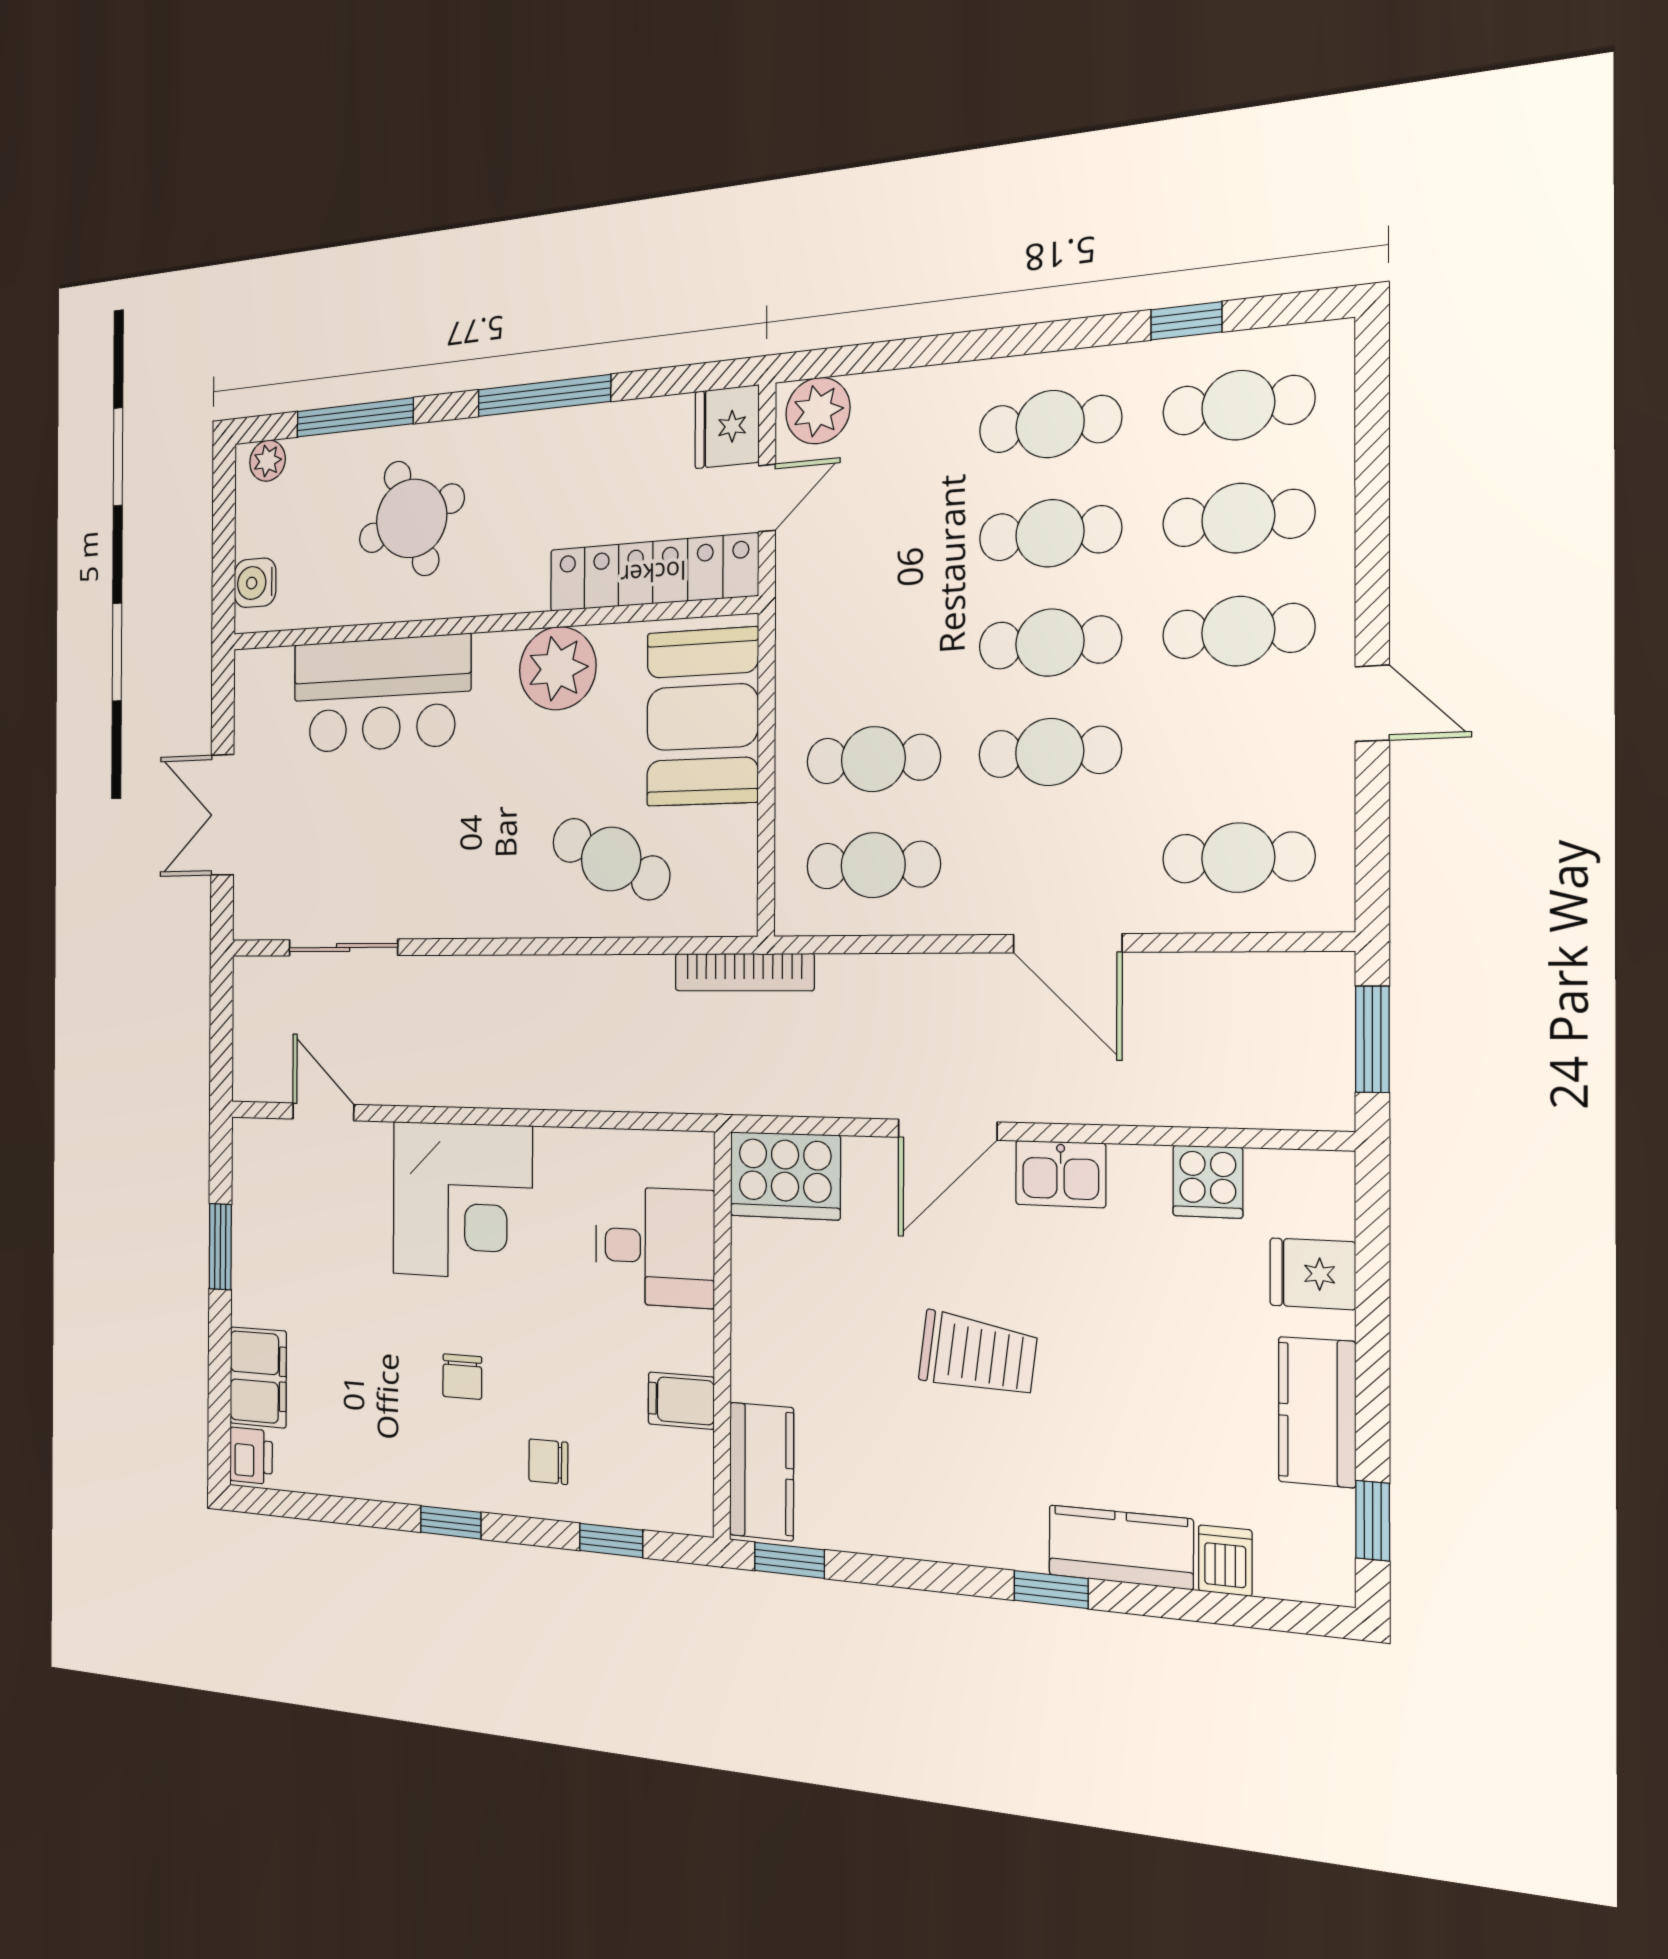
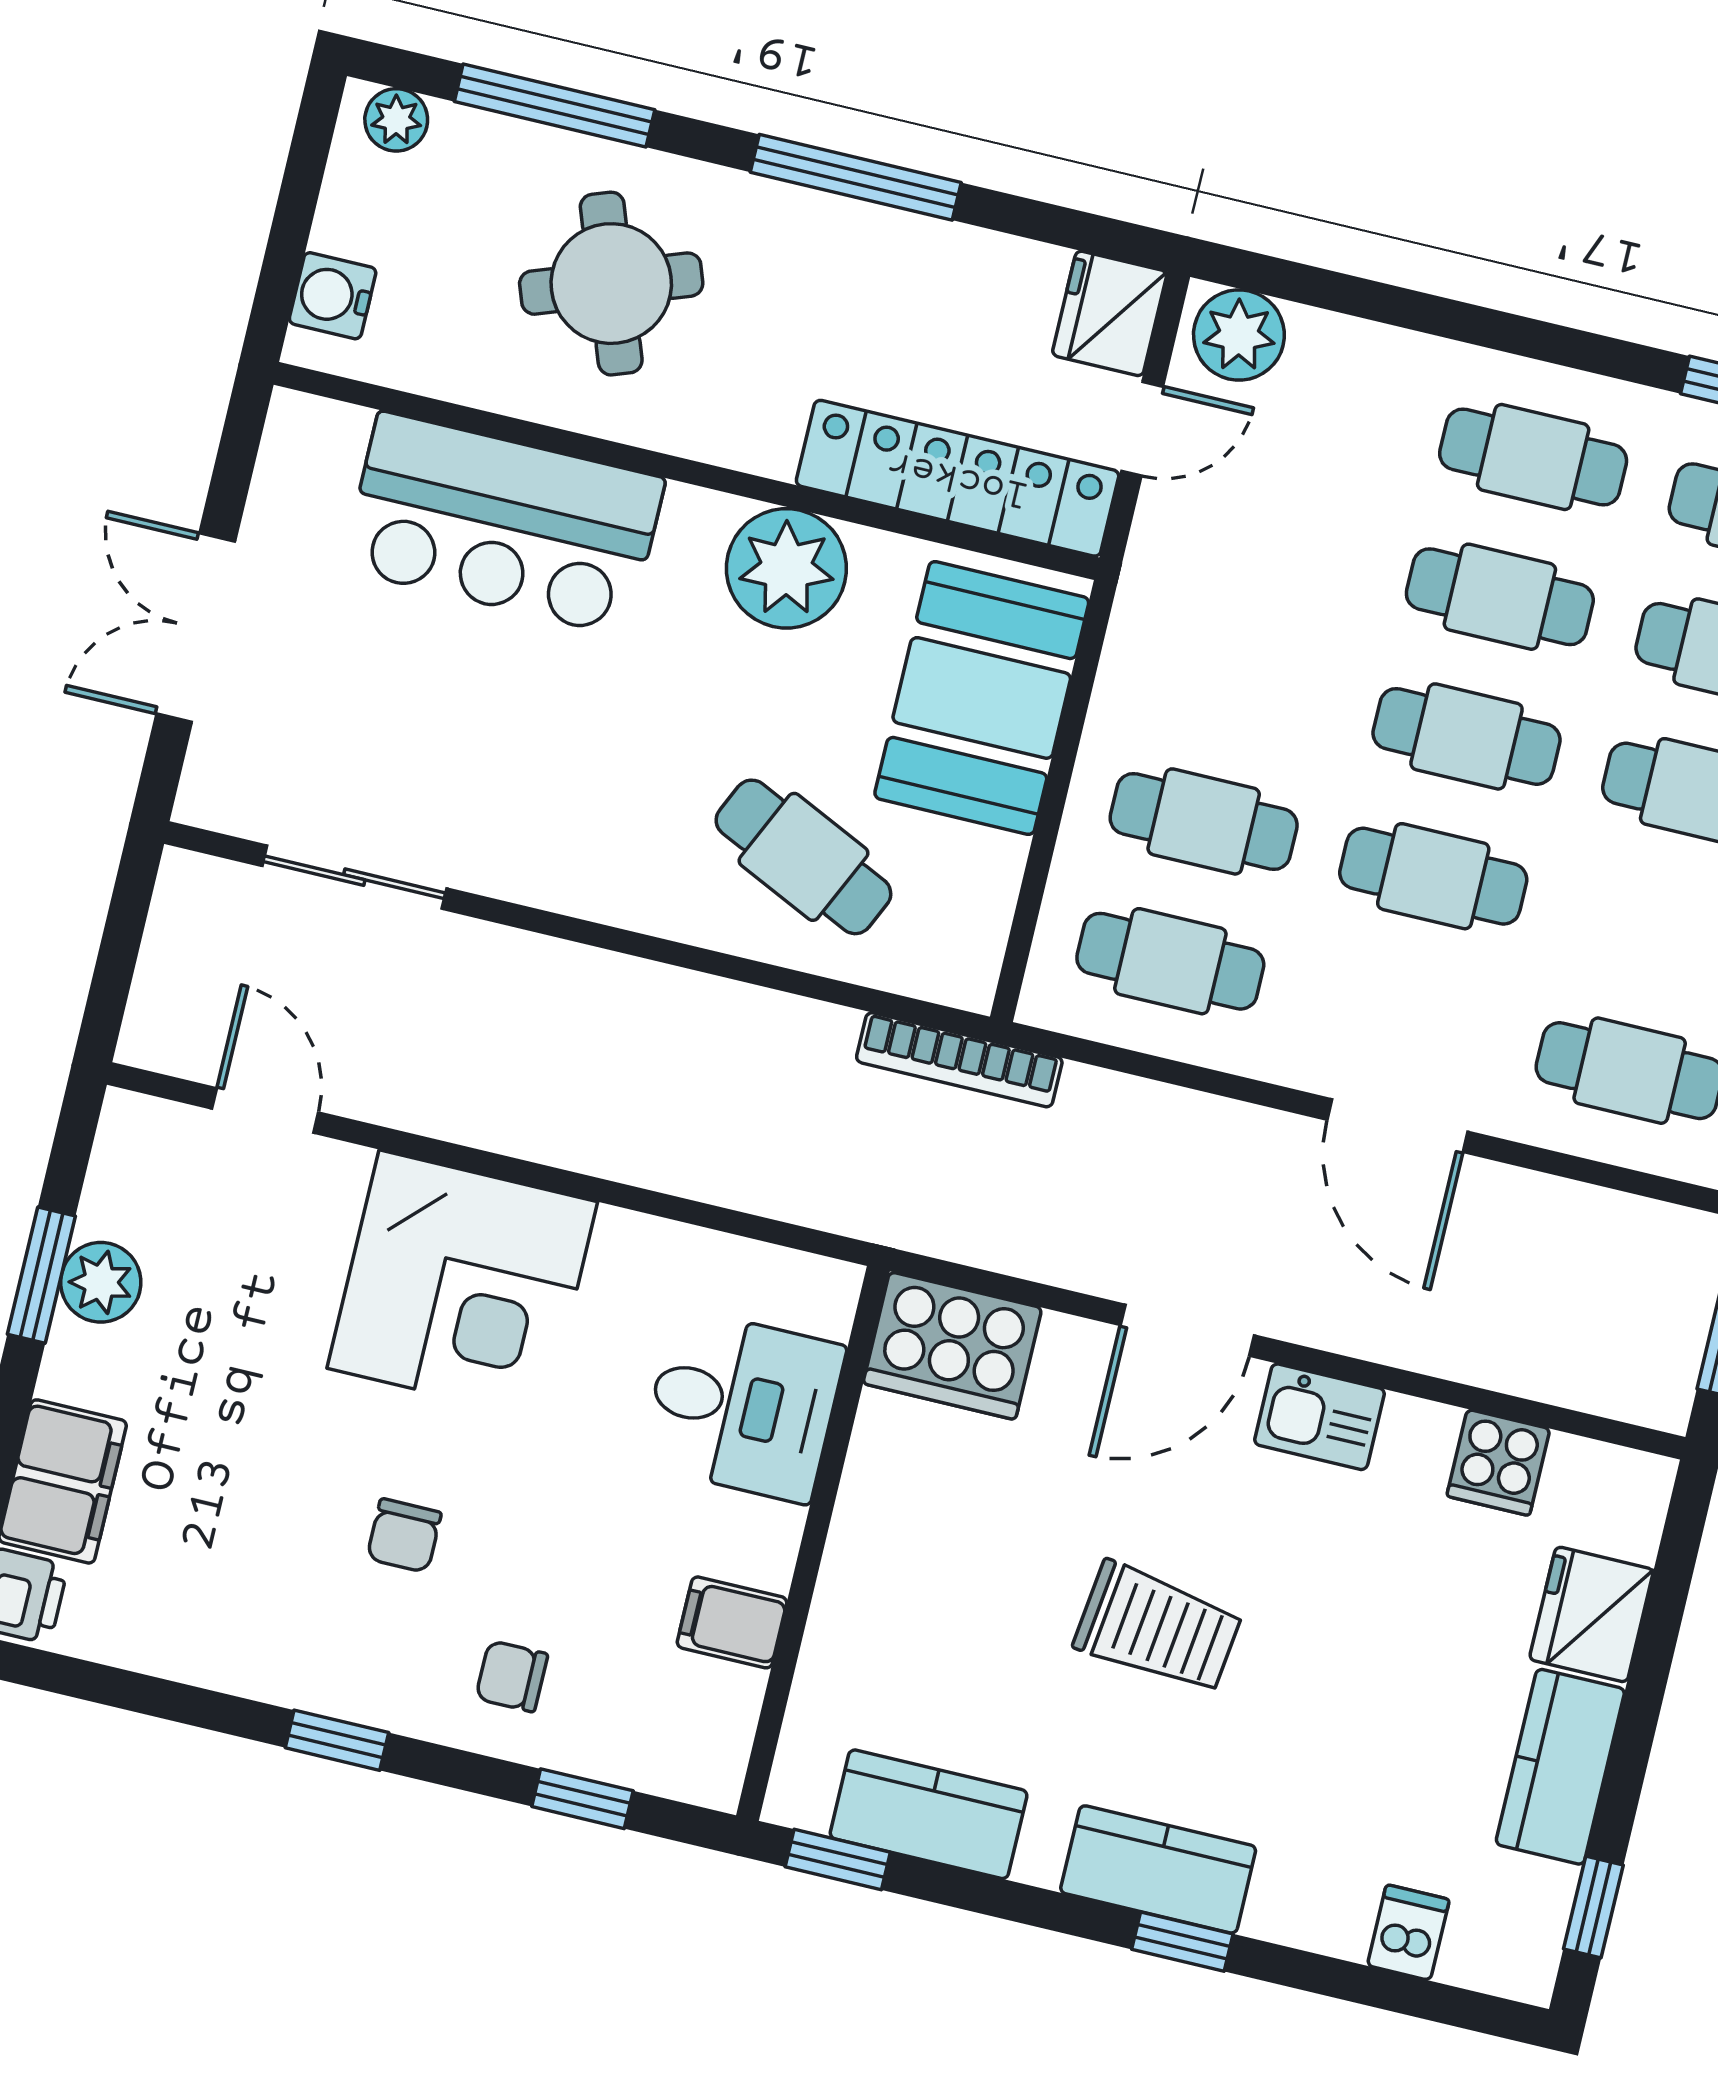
plant: (254, 1244) -> (101, 1282), added
fridge: (1313, 1274) -> (1591, 1614), width x1.38
kitchen counter: (762, 1471) -> (929, 1814), moved, turned -90
kitchen counter: (1121, 1547) -> (1158, 1869), moved

